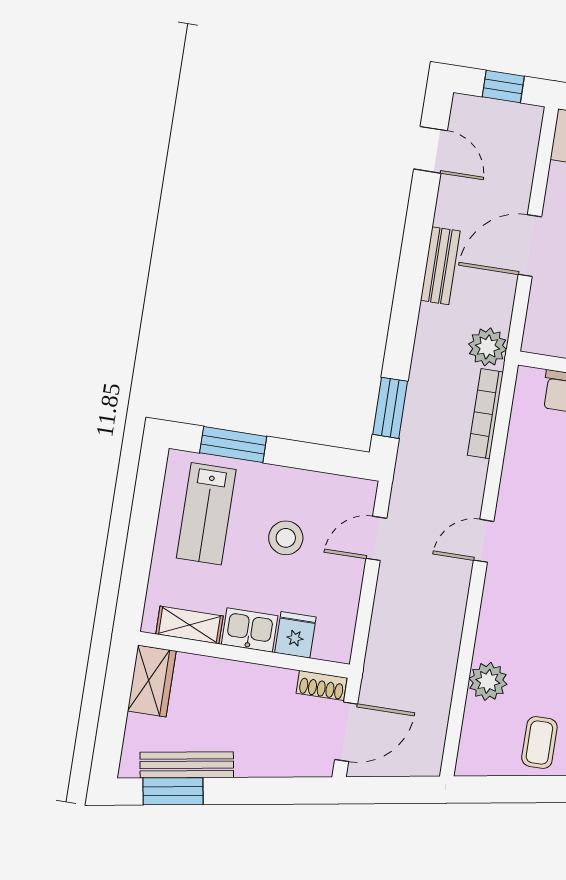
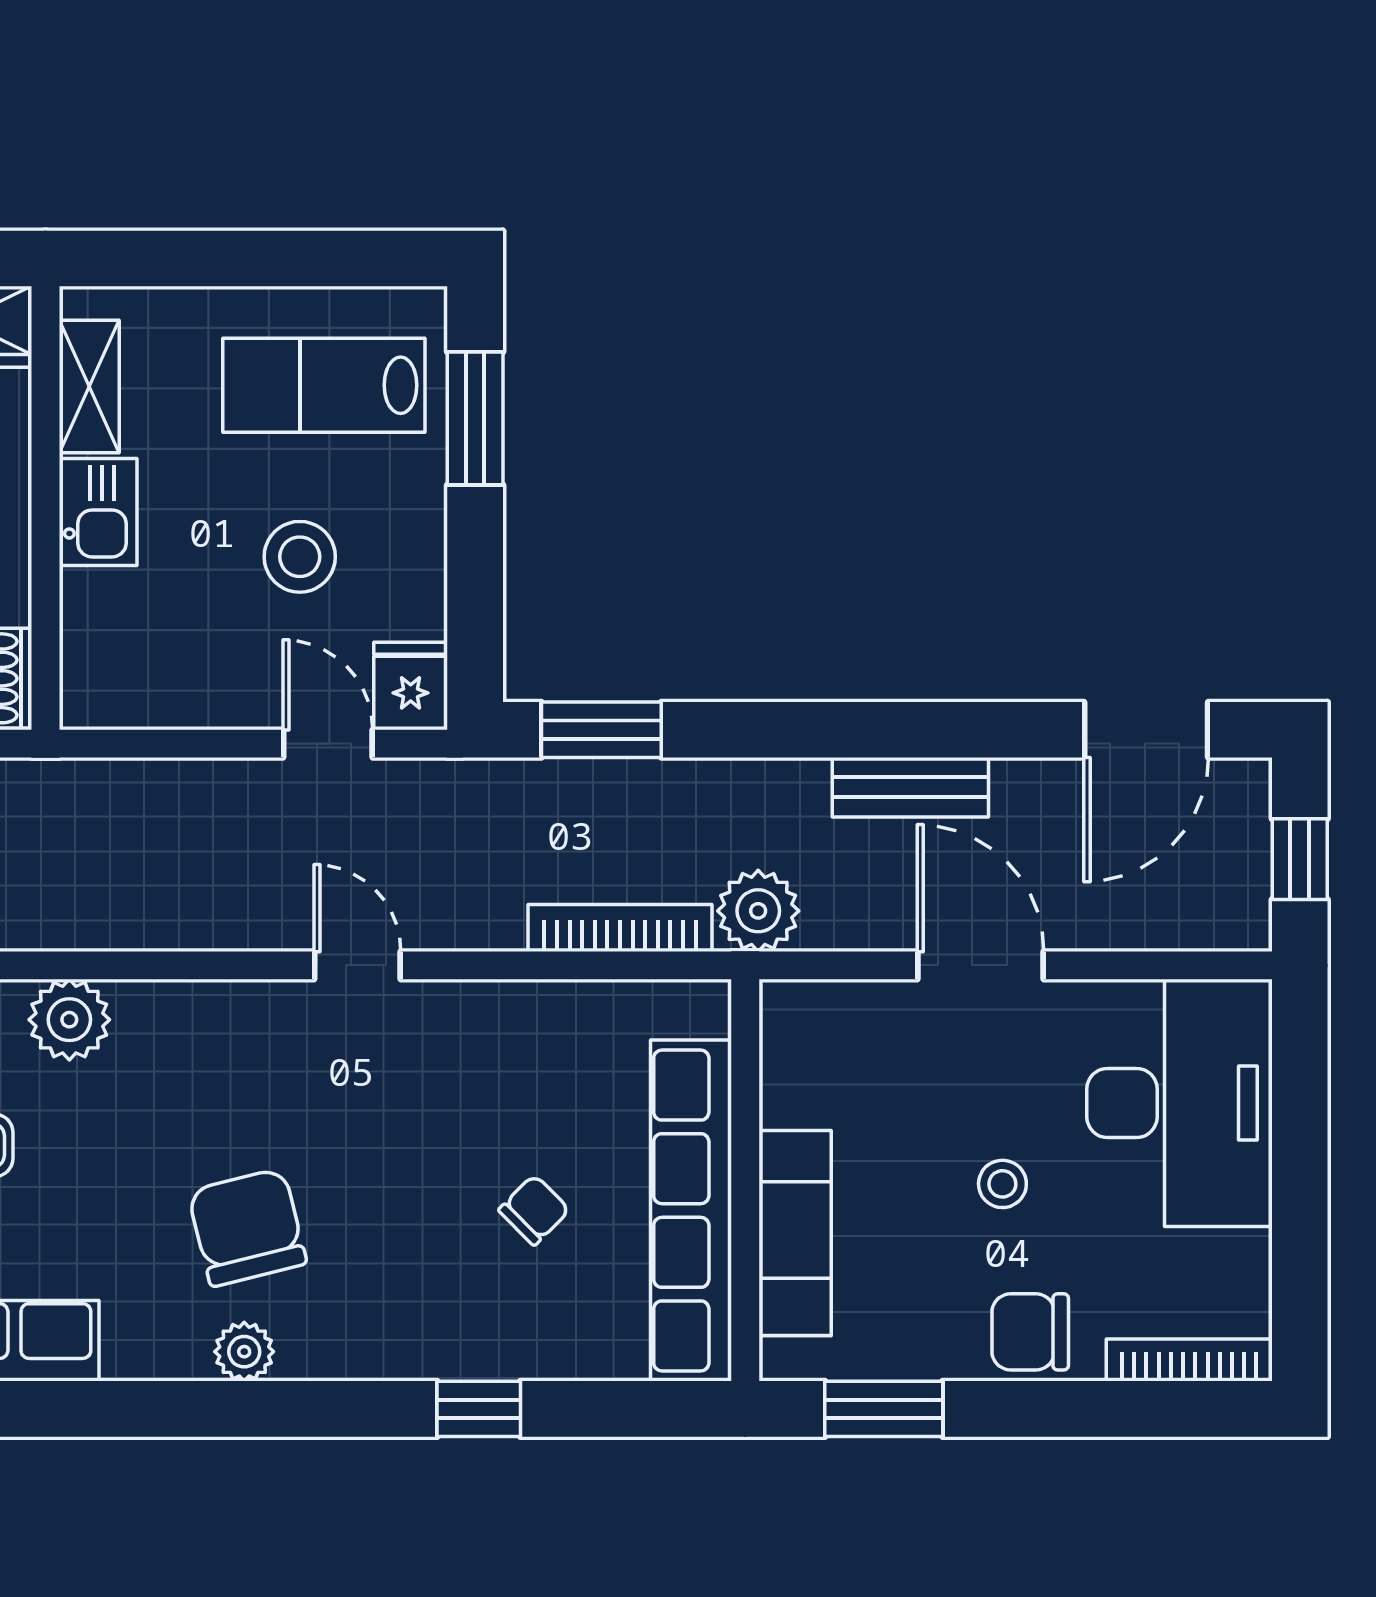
door: (431, 150) -> (1146, 730), width x1.38
fridge: (295, 635) -> (411, 686), moved, turned -90

